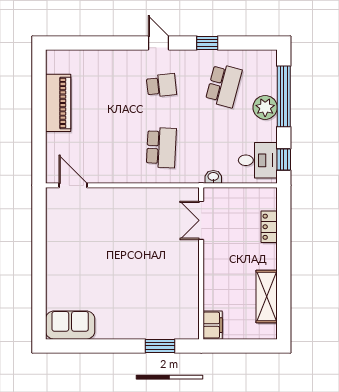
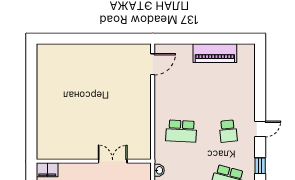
double door: (201, 220) -> (113, 161), moved
sofa: (70, 325) -> (47, 62), removed
window: (160, 346) -> (31, 130), removed

